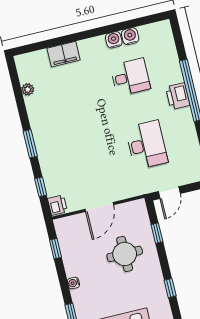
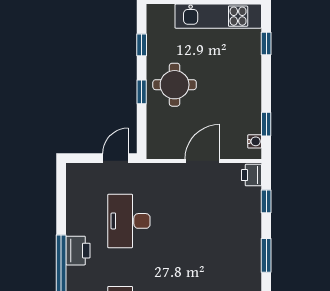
printer: (178, 96) -> (78, 251), moved
window: (157, 233) -> (142, 92), moved
round table: (125, 254) -> (175, 85), moved
water cooler: (73, 283) -> (255, 141), moved

